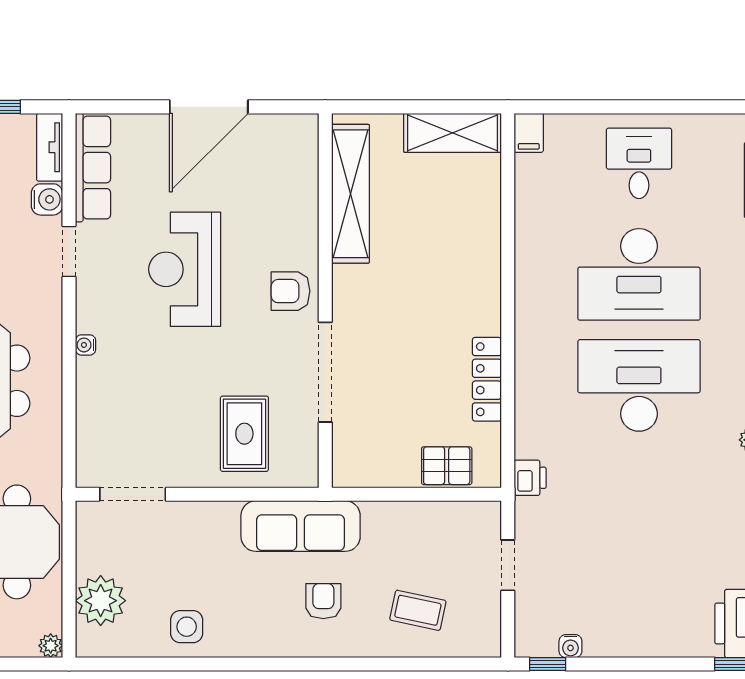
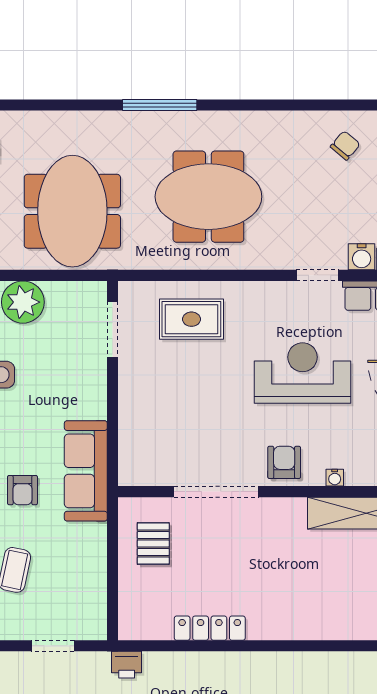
water cooler: (86, 345) -> (335, 478), moved, turned 180
rug: (244, 434) -> (191, 319), moved
pallet: (447, 466) -> (153, 543), moved
armchair: (323, 601) -> (22, 490), turned 90

